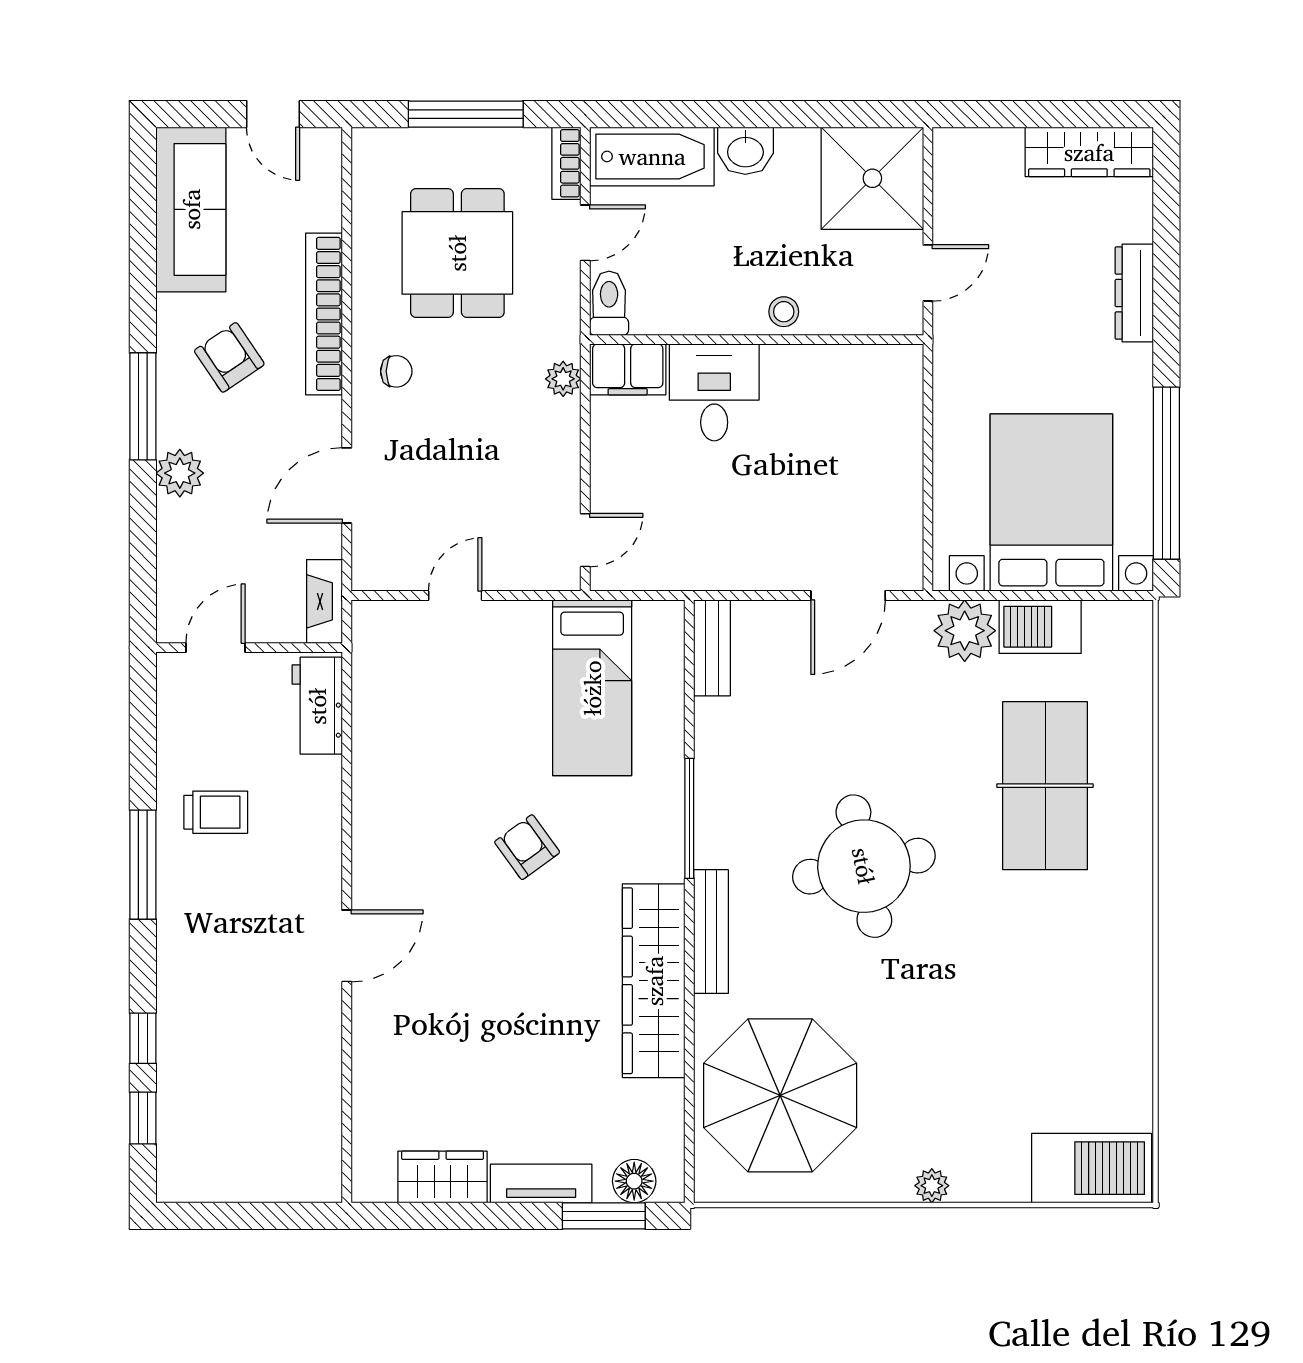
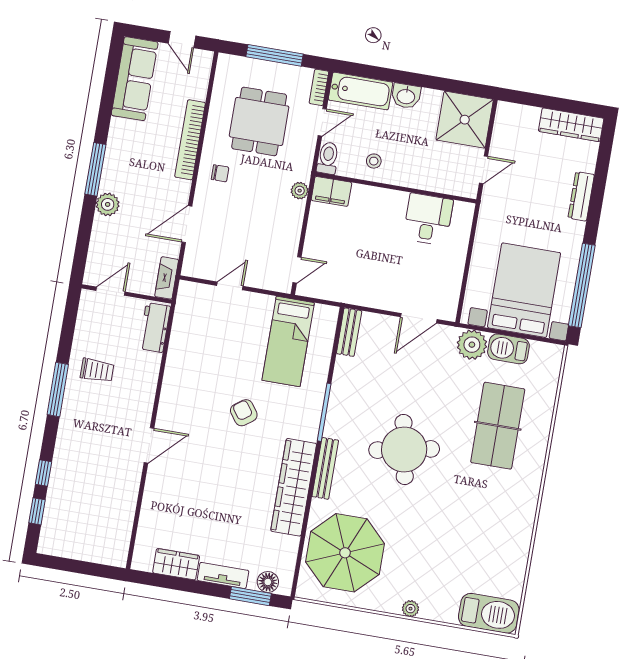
stool: (784, 312) -> (374, 161), moved
armchair: (229, 357) -> (141, 153), removed
desk: (714, 392) -> (428, 219), moved

